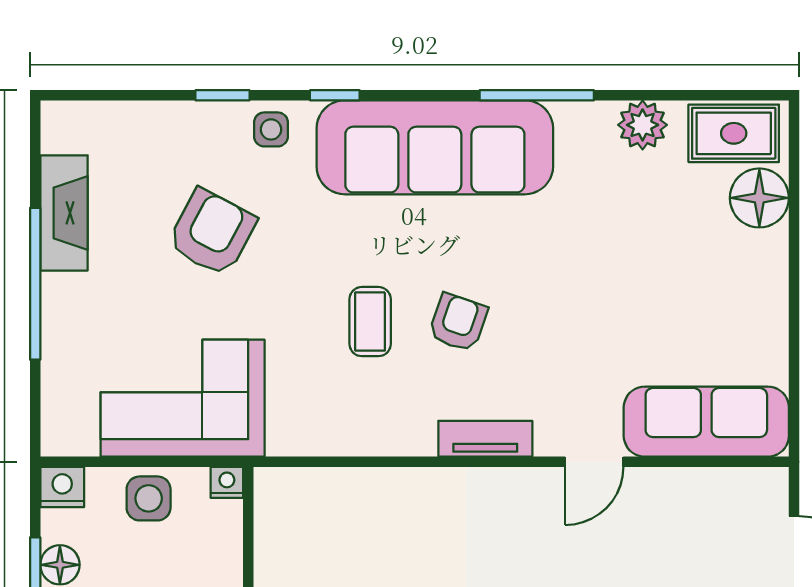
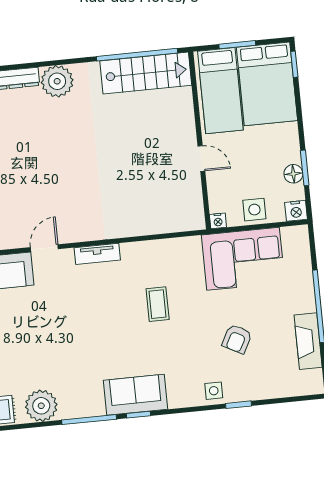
window: (335, 95) -> (138, 415), moved
plant: (643, 125) -> (41, 406), width x1.36, depth x1.36
sofa: (435, 147) -> (136, 395), width x0.54, depth x0.79
armchair: (212, 232) -> (237, 339), width x0.72, depth x0.72
armchair: (458, 322) -> (116, 308), removed

